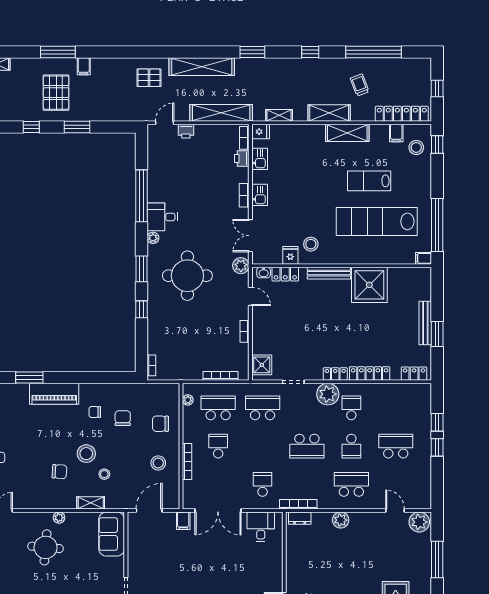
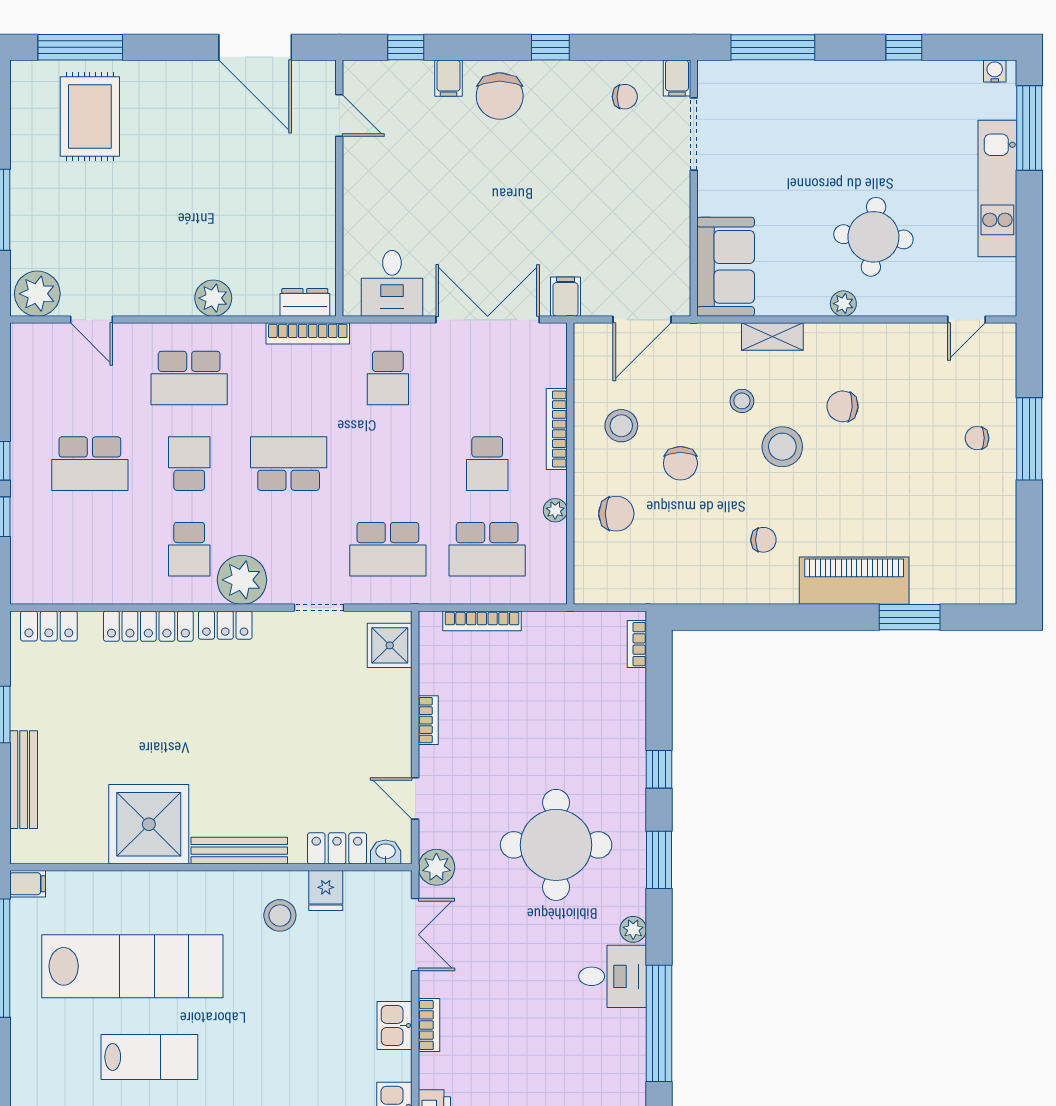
bench: (425, 323) -> (24, 780), moved
plant: (188, 400) -> (555, 510), moved
chair: (123, 418) -> (680, 463), moved

